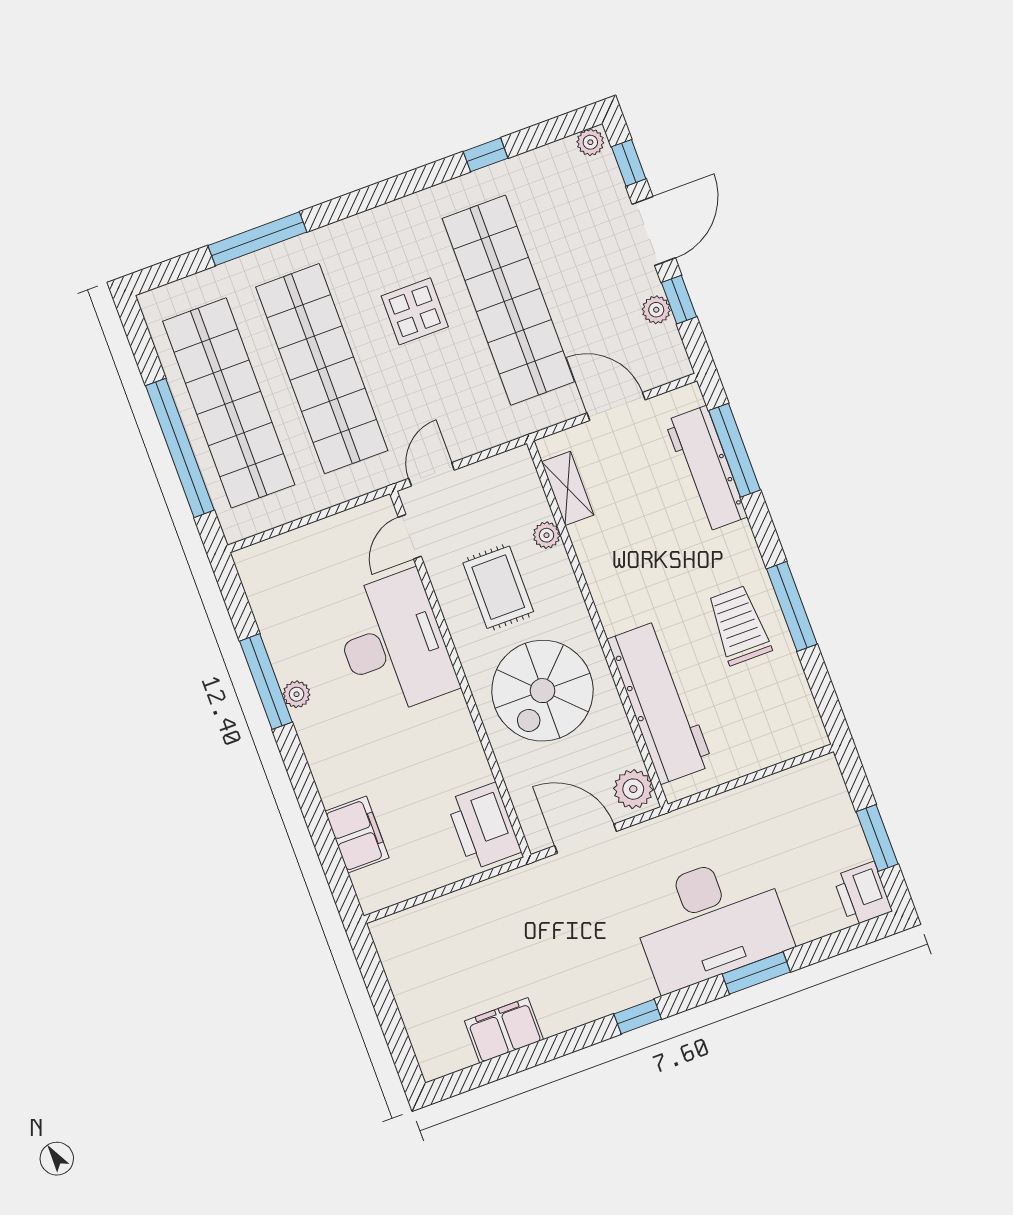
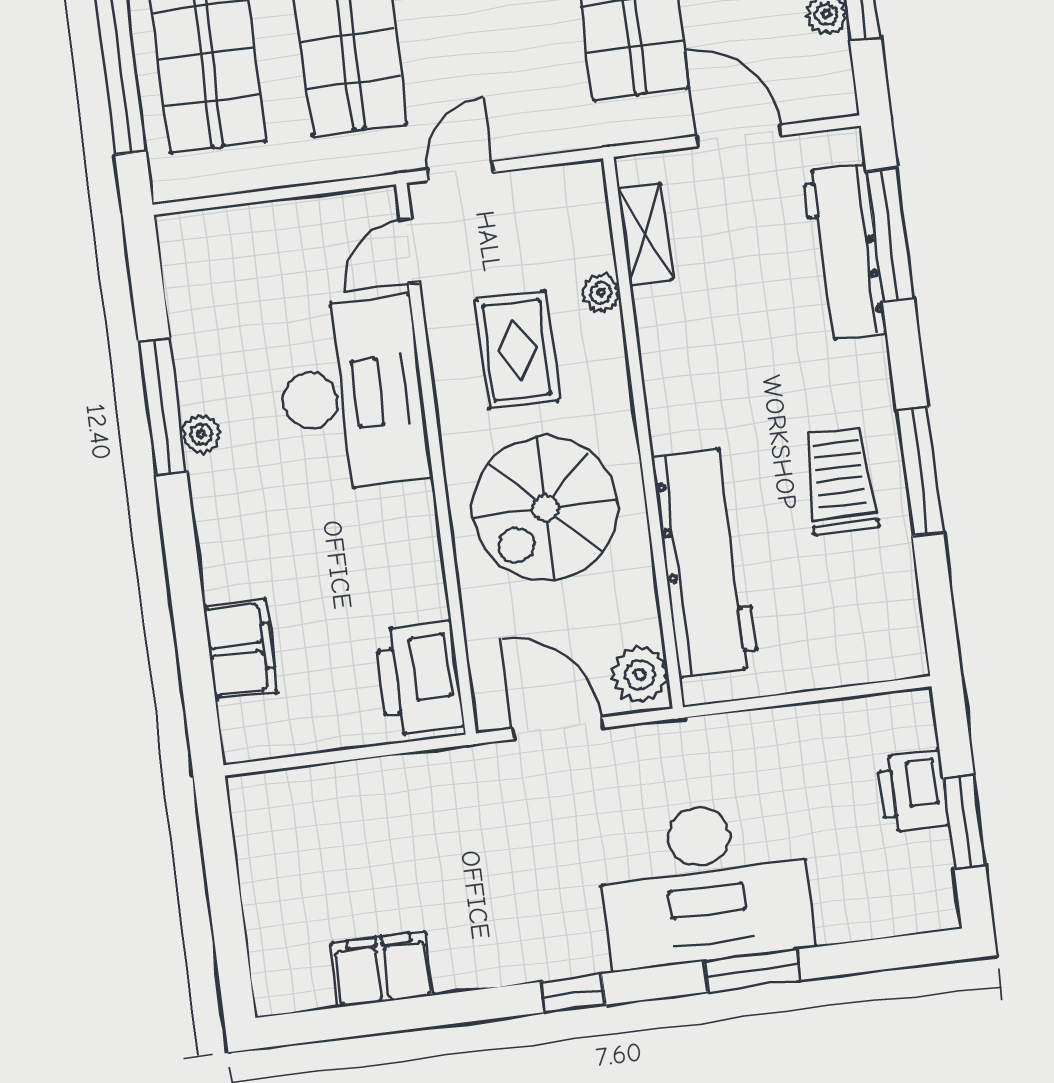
printer: (863, 894) -> (913, 791), moved

